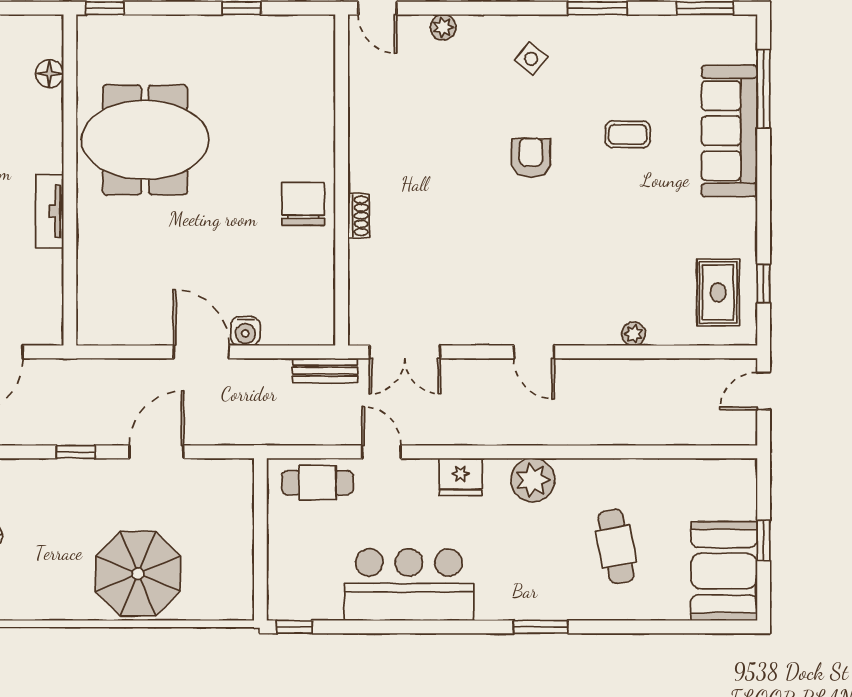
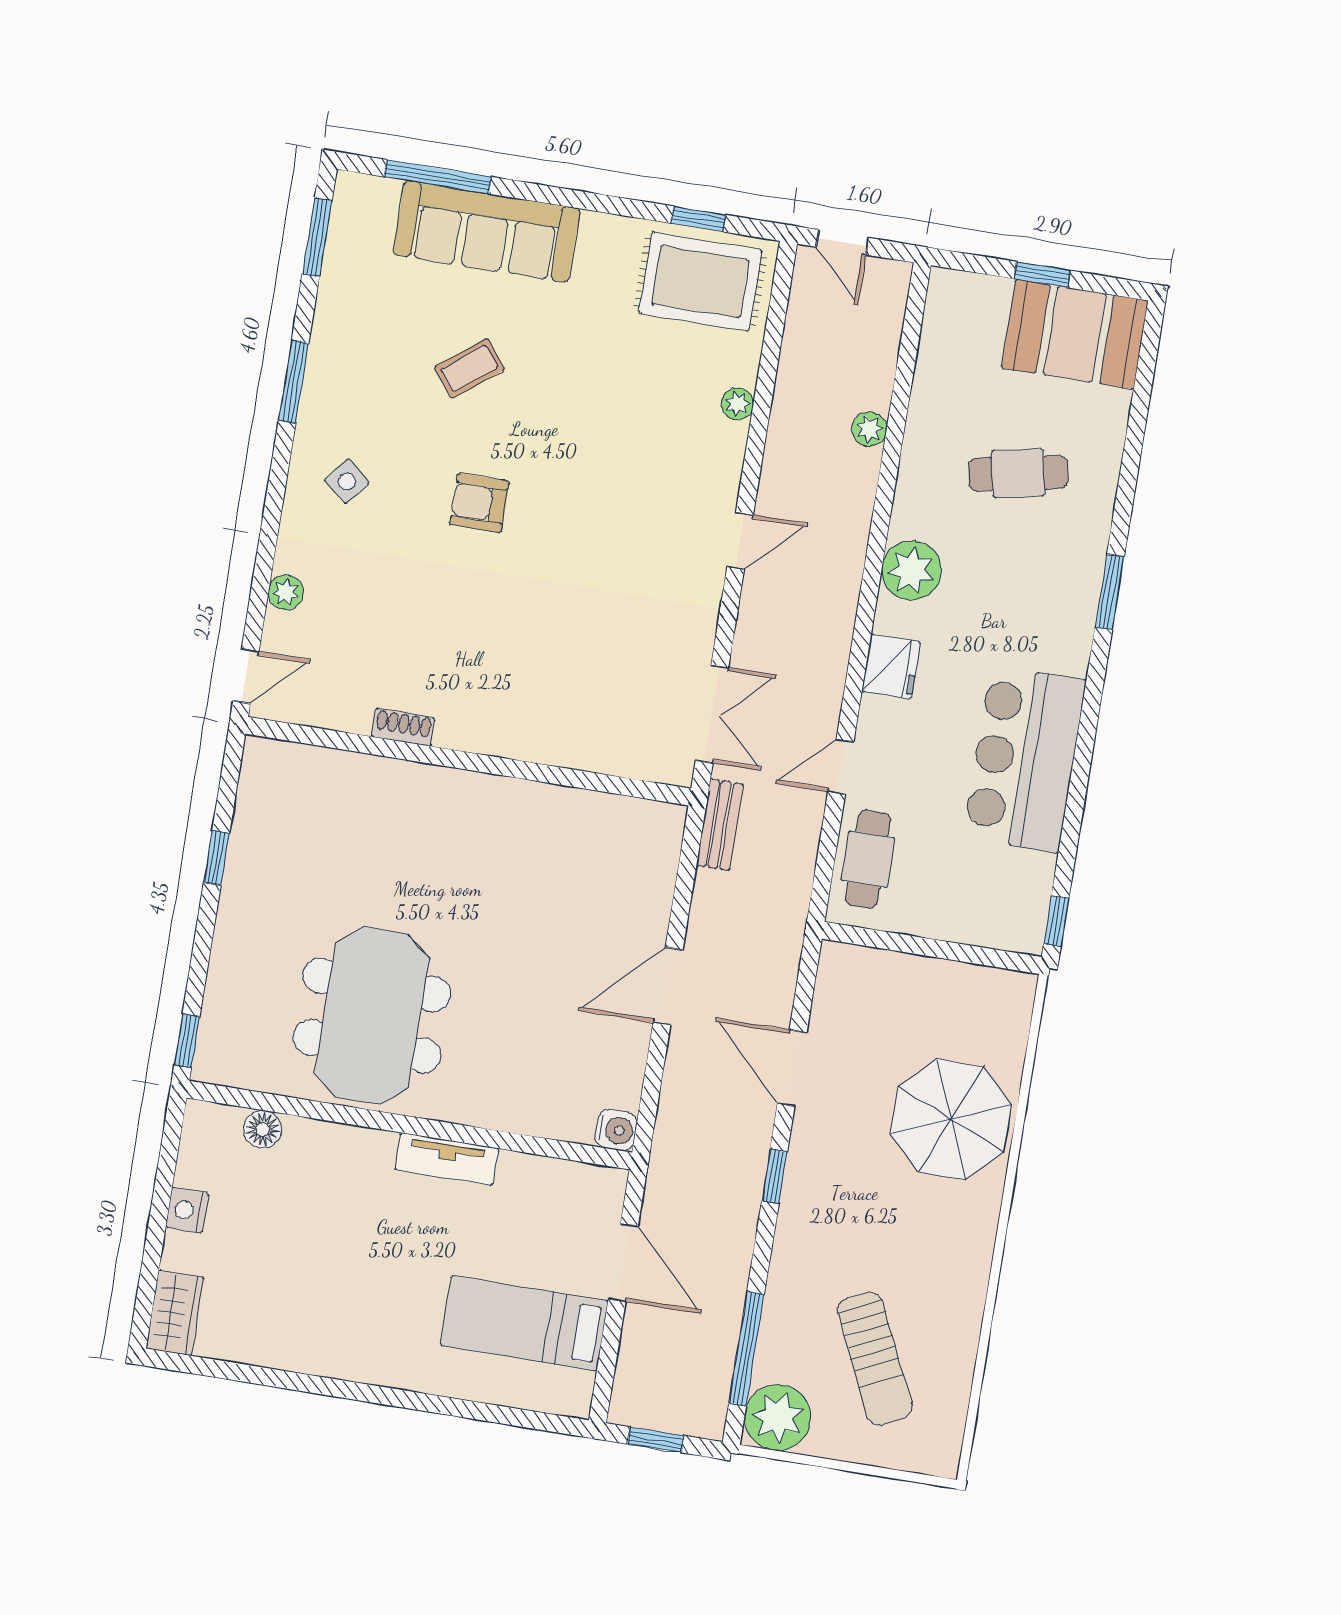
coffee table: (628, 134) -> (469, 368), turned 52
chair: (303, 204) -> (492, 818), removed
shoe rack: (359, 216) -> (403, 727), moved
rug: (718, 292) -> (700, 282), width x1.36, depth x1.43
water cooler: (245, 331) -> (616, 1130), moved
plant: (631, 433) -> (869, 429), added

